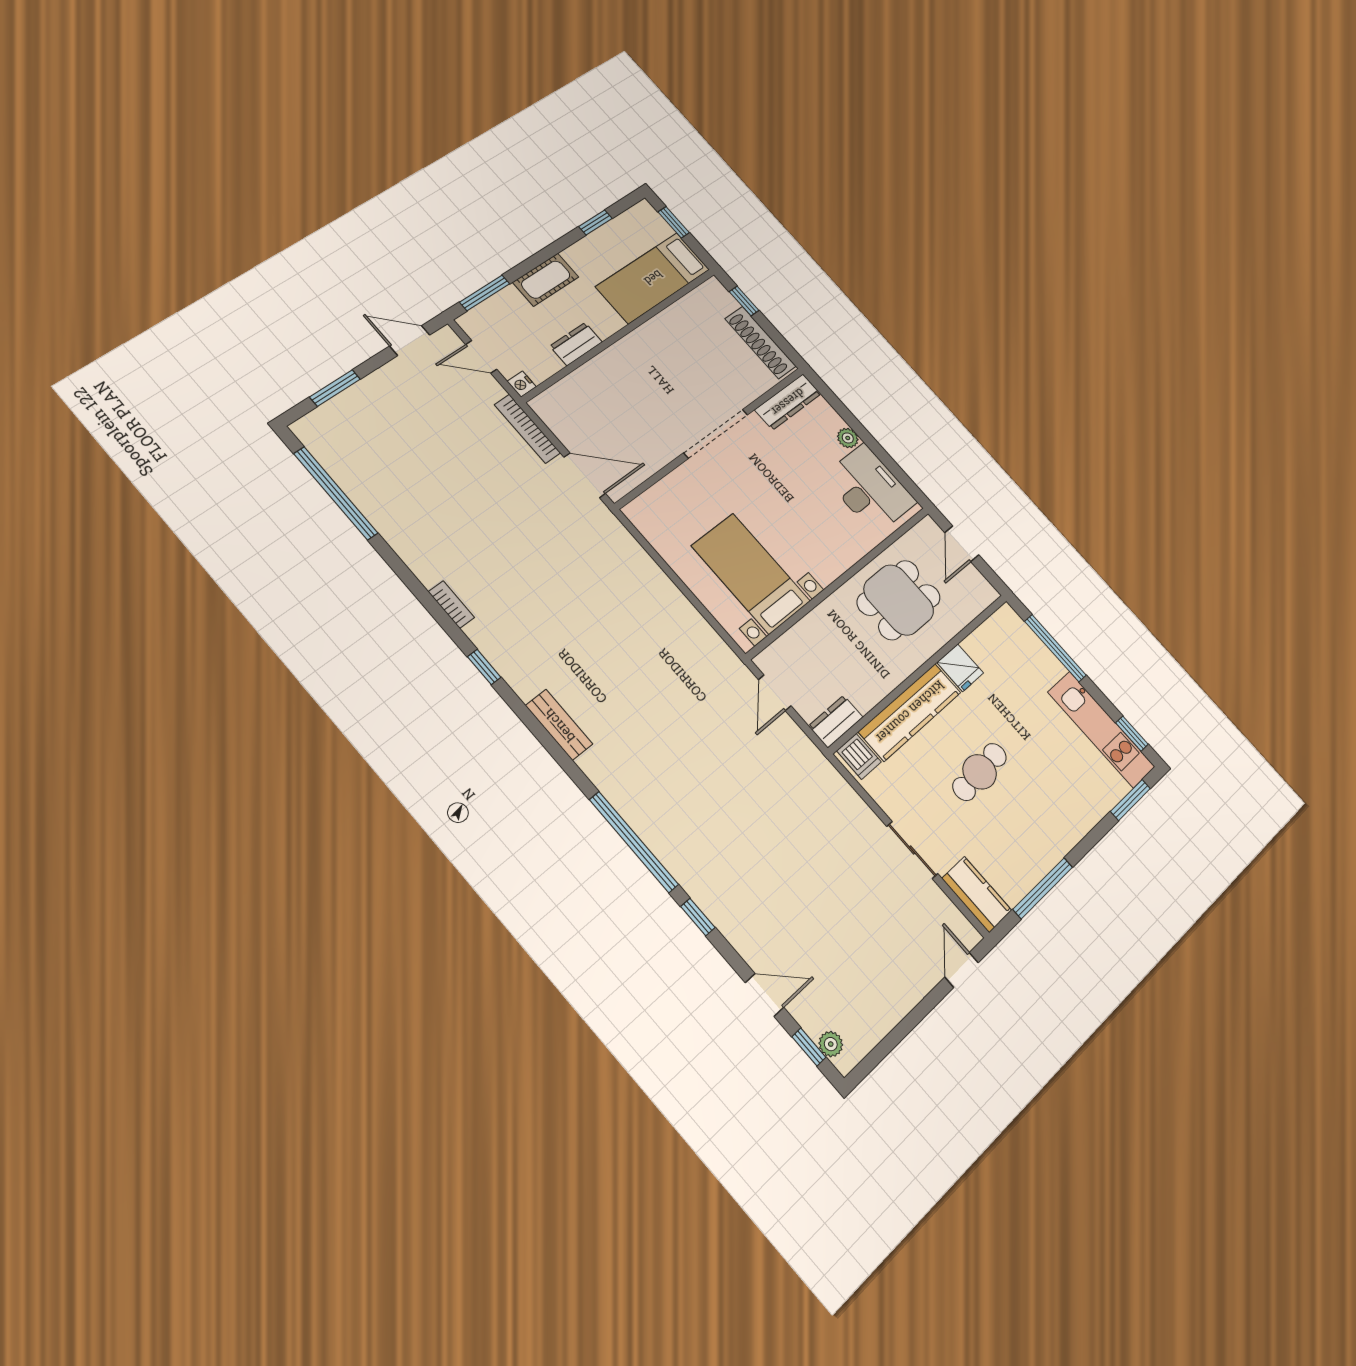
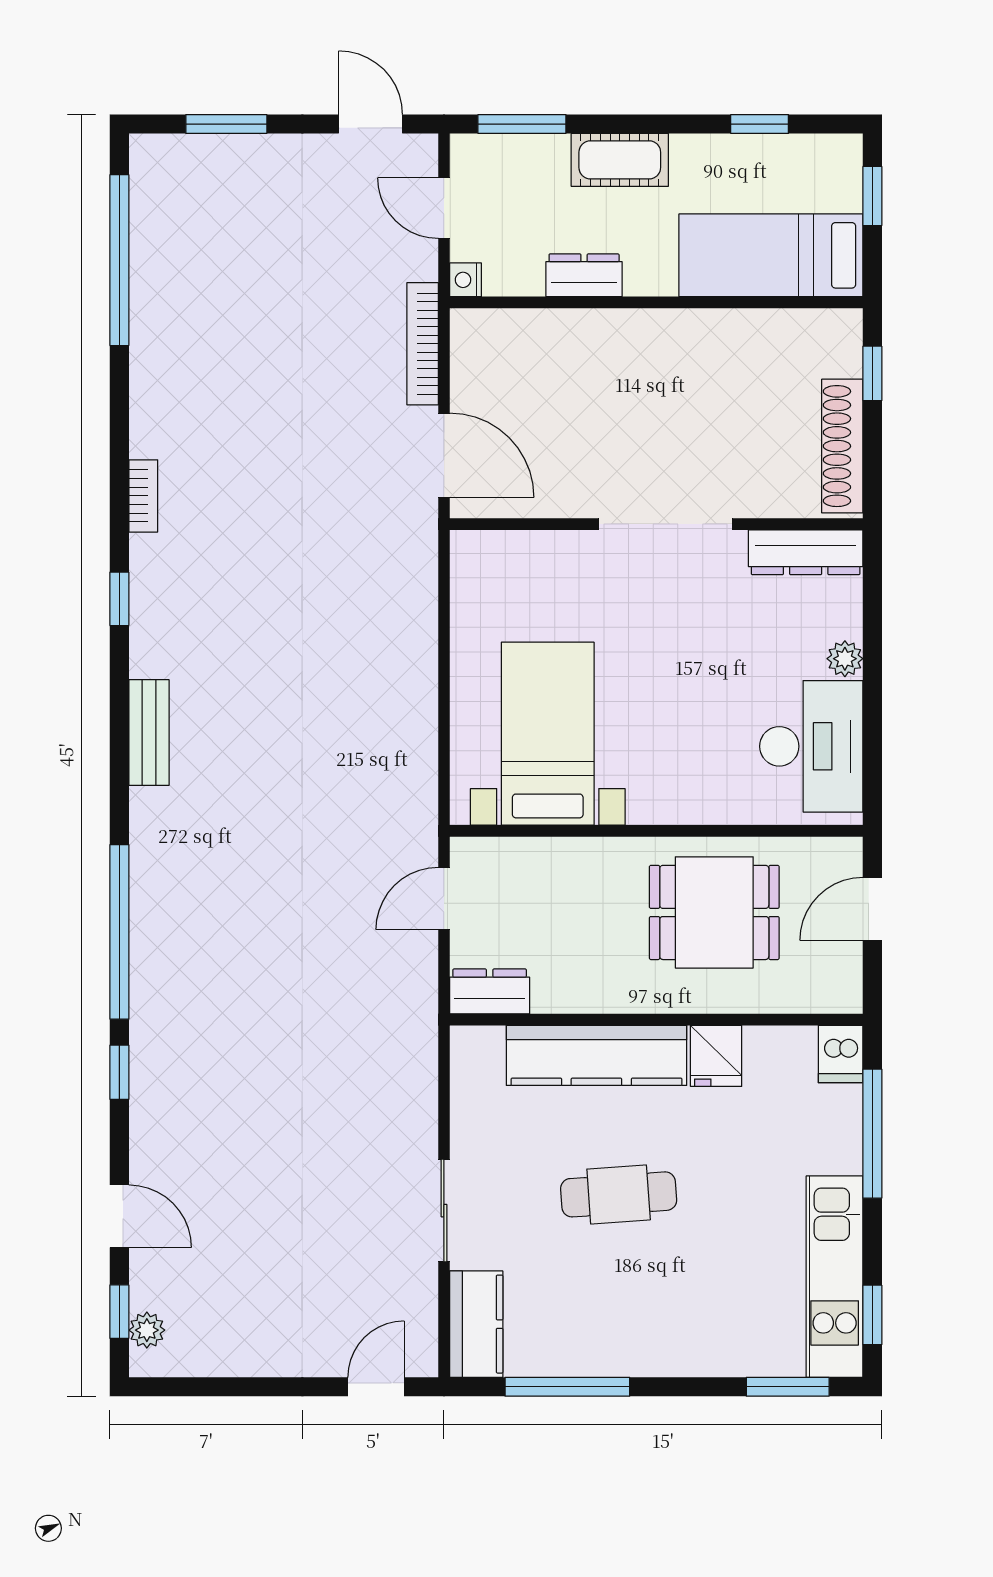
dishwasher: (859, 756) -> (841, 1054), moved

